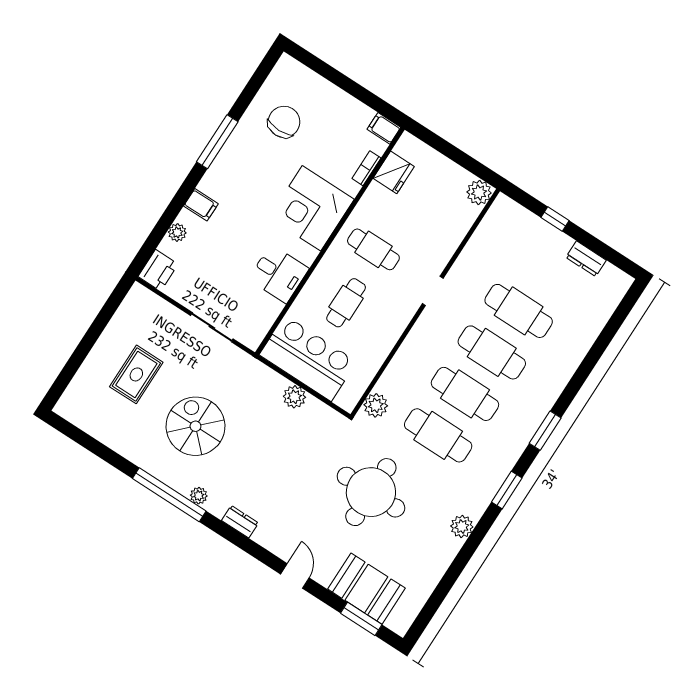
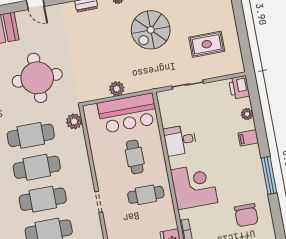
rug: (136, 374) -> (207, 44), moved, turned 90
spiral stairs: (195, 426) -> (151, 30), turned 90

